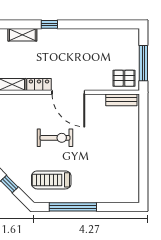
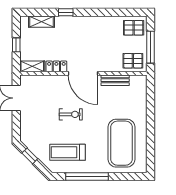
pallet: (125, 42) -> (134, 28), added
bench: (121, 100) -> (115, 80), moved
exercise bike: (55, 138) -> (71, 114), width x0.73, depth x0.72
exercise mat: (111, 170) -> (122, 143), added

